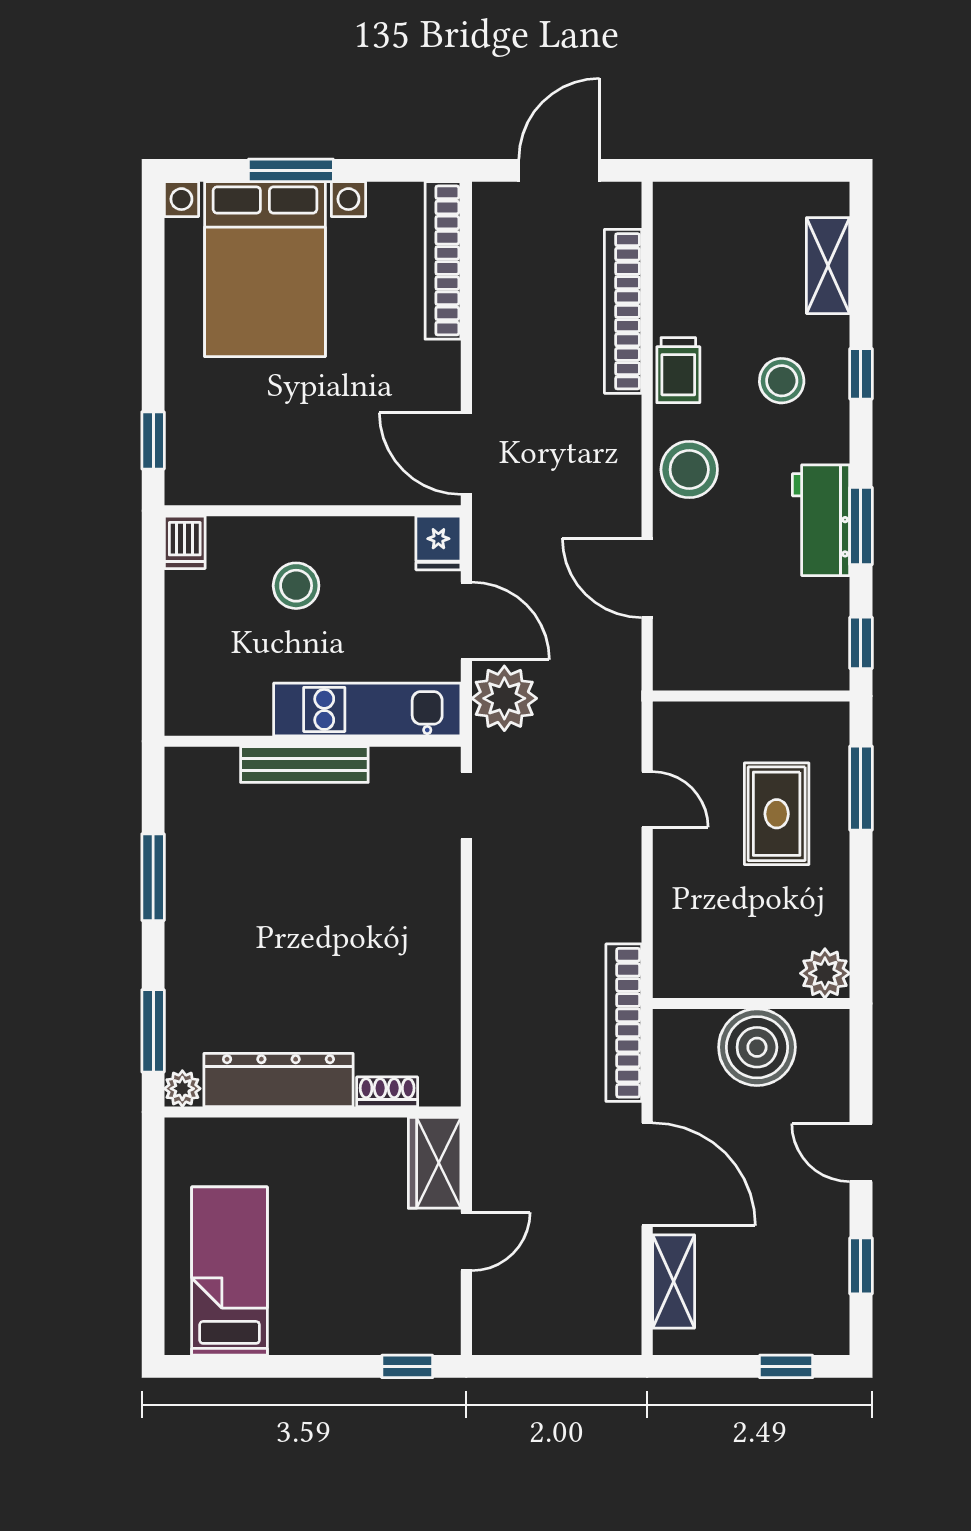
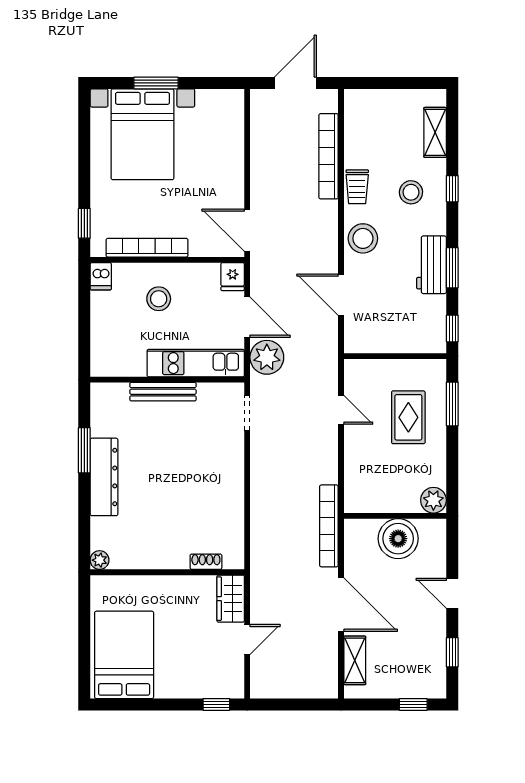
bookcase: (443, 260) -> (147, 248), moved, turned 90
window: (153, 1031) -> (84, 530), removed
dresser: (278, 1080) -> (104, 477), moved, turned 90
bed: (230, 1271) -> (124, 655), width x1.50

